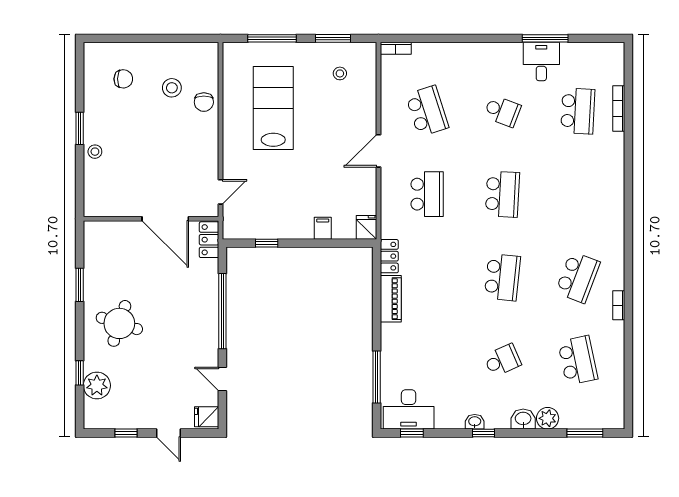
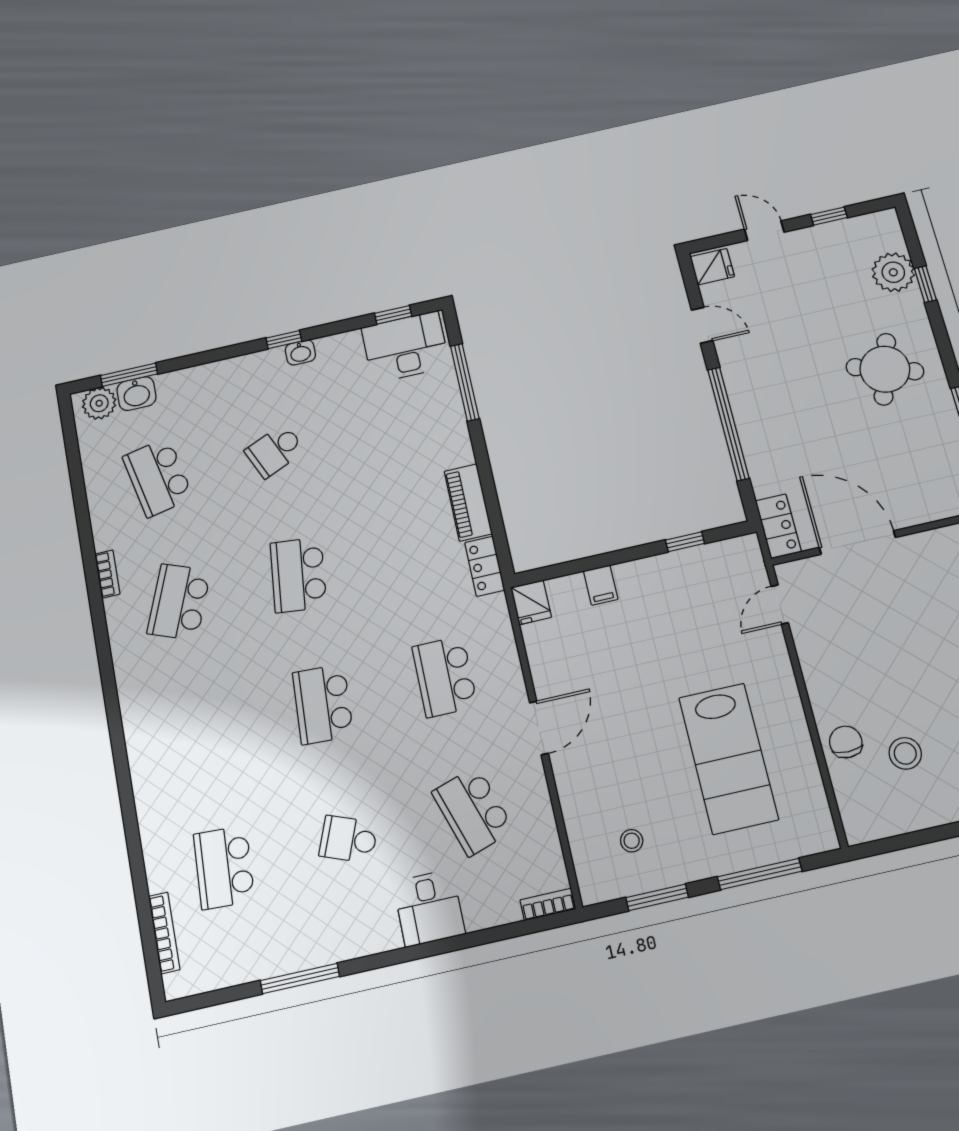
desk: (541, 62) -> (429, 908), moved
bookcase: (619, 109) -> (164, 933), moved
plant: (548, 418) -> (99, 403), moved
washbasin: (523, 419) -> (136, 394), moved

